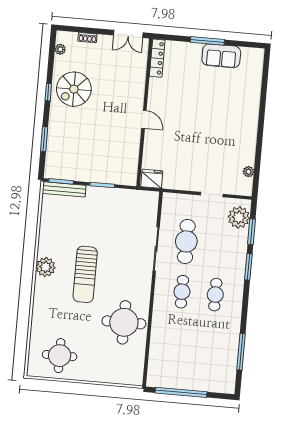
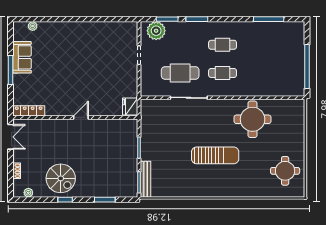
plant: (248, 172) -> (33, 26), moved
plant: (46, 267) -> (212, 189), removed

